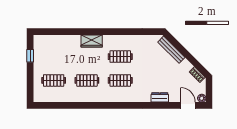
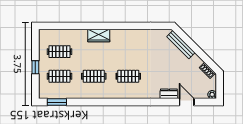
window: (30, 56) -> (35, 67), moved
clothes rail: (120, 57) -> (59, 52), moved
window: (51, 105) -> (57, 102), added
door: (188, 105) -> (187, 102), moved

